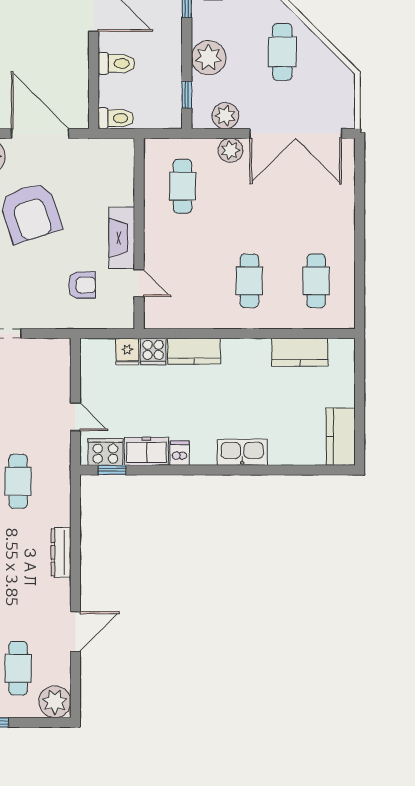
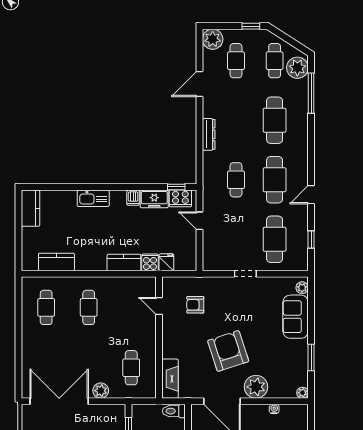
plant: (225, 116) -> (104, 413), removed
fireplace: (122, 238) -> (170, 379), moved

